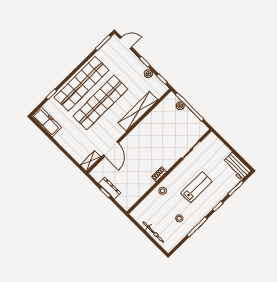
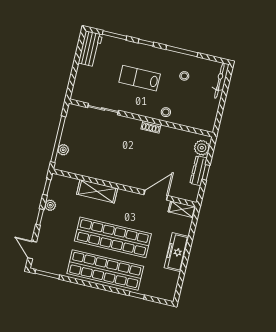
shelving: (138, 111) -> (97, 191), width x0.68
freezer: (47, 122) -> (176, 252), moved
plant: (123, 200) -> (202, 148), added
bicycle: (153, 232) -> (219, 81), moved

